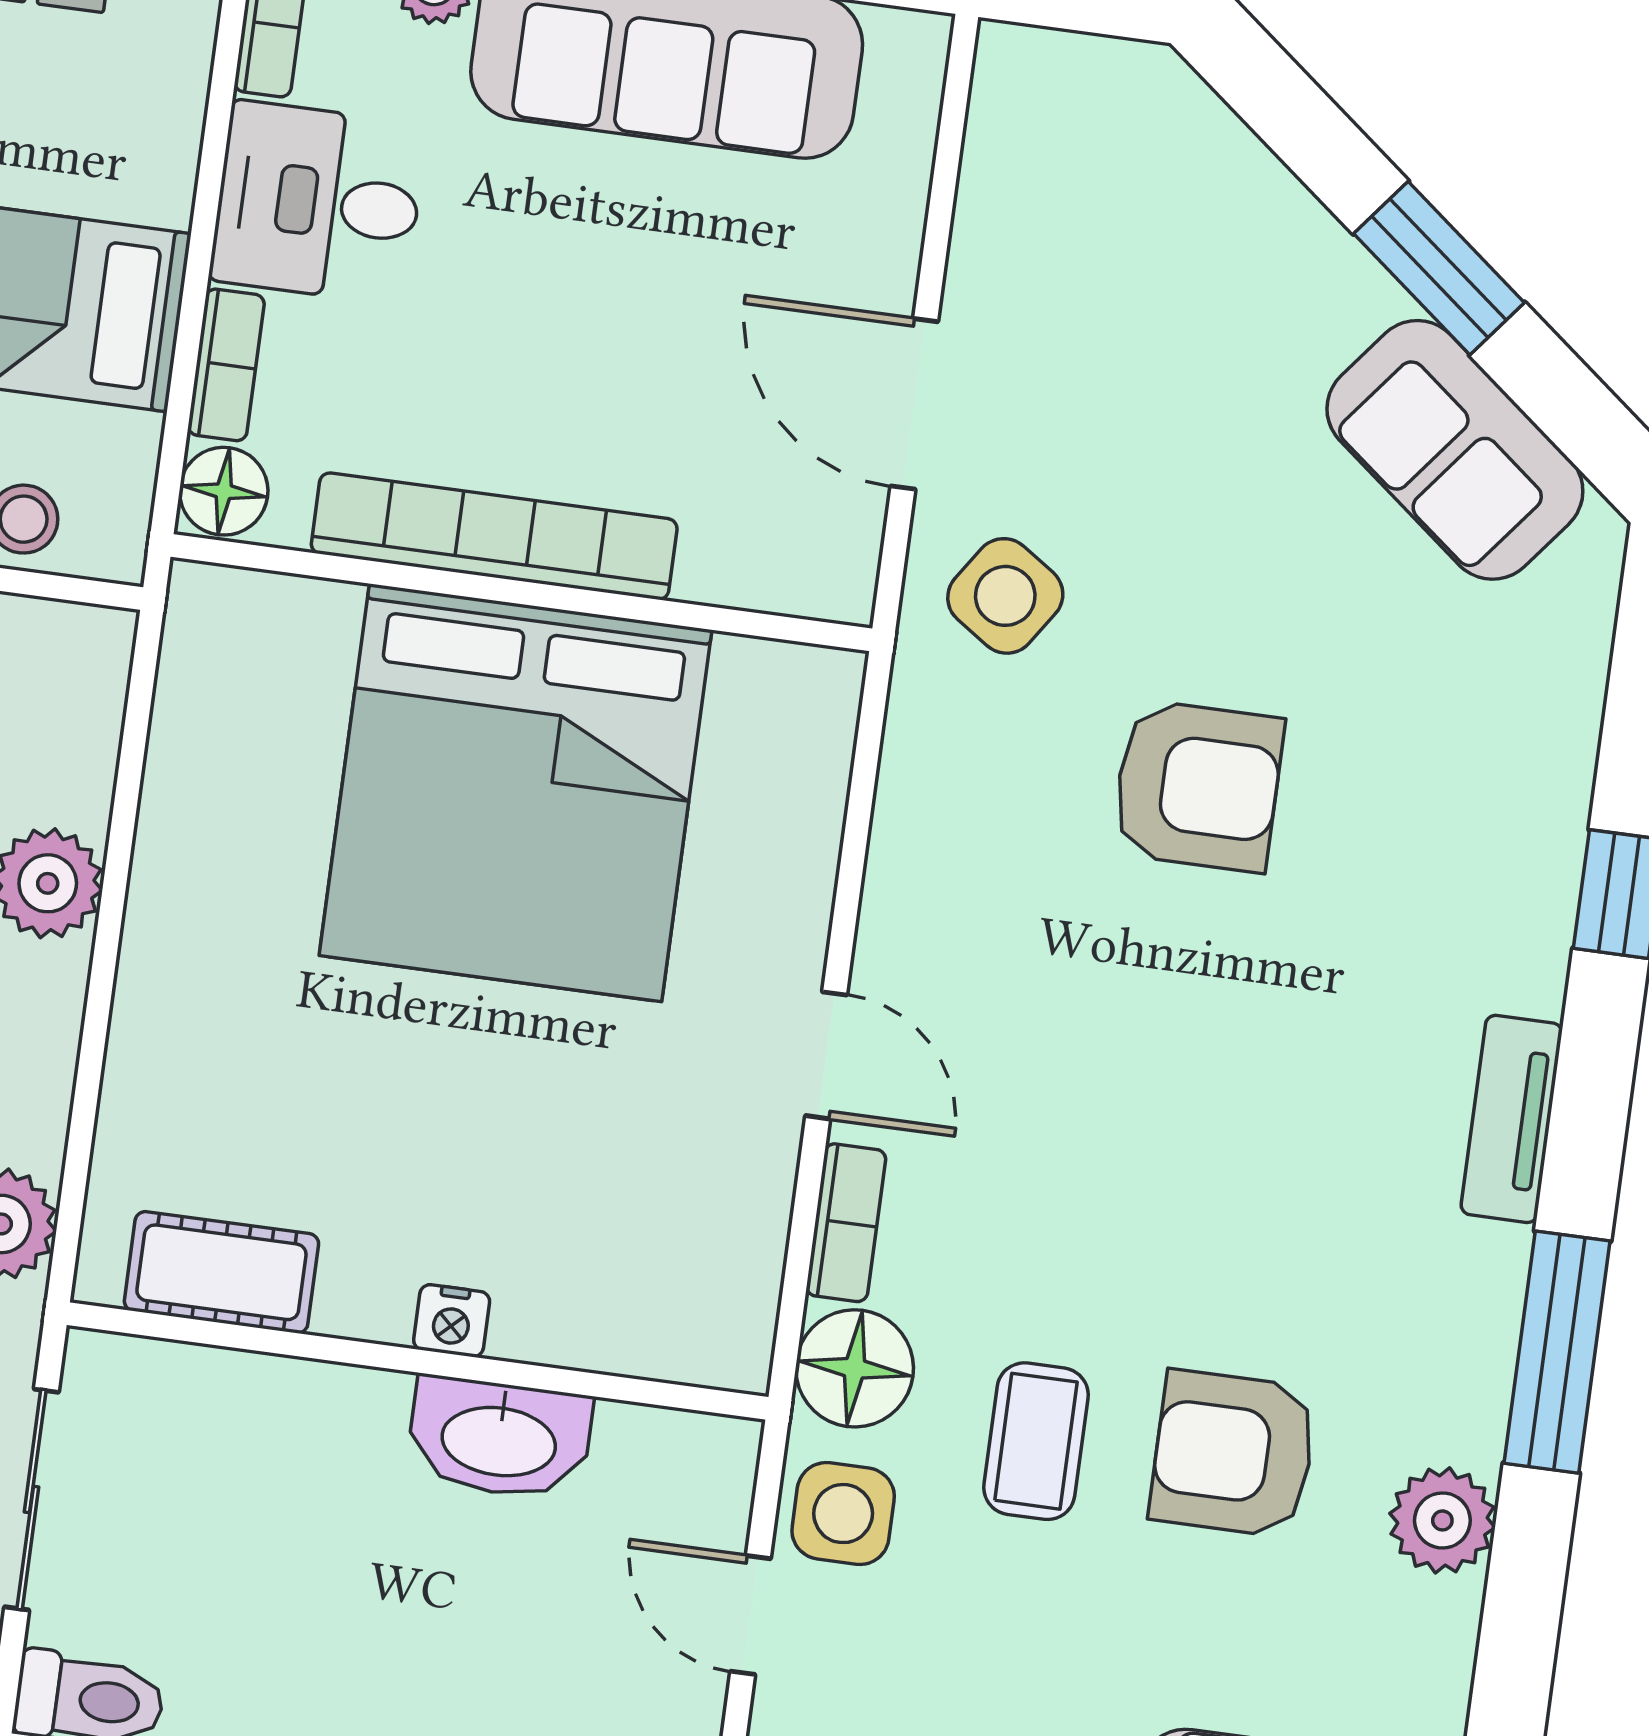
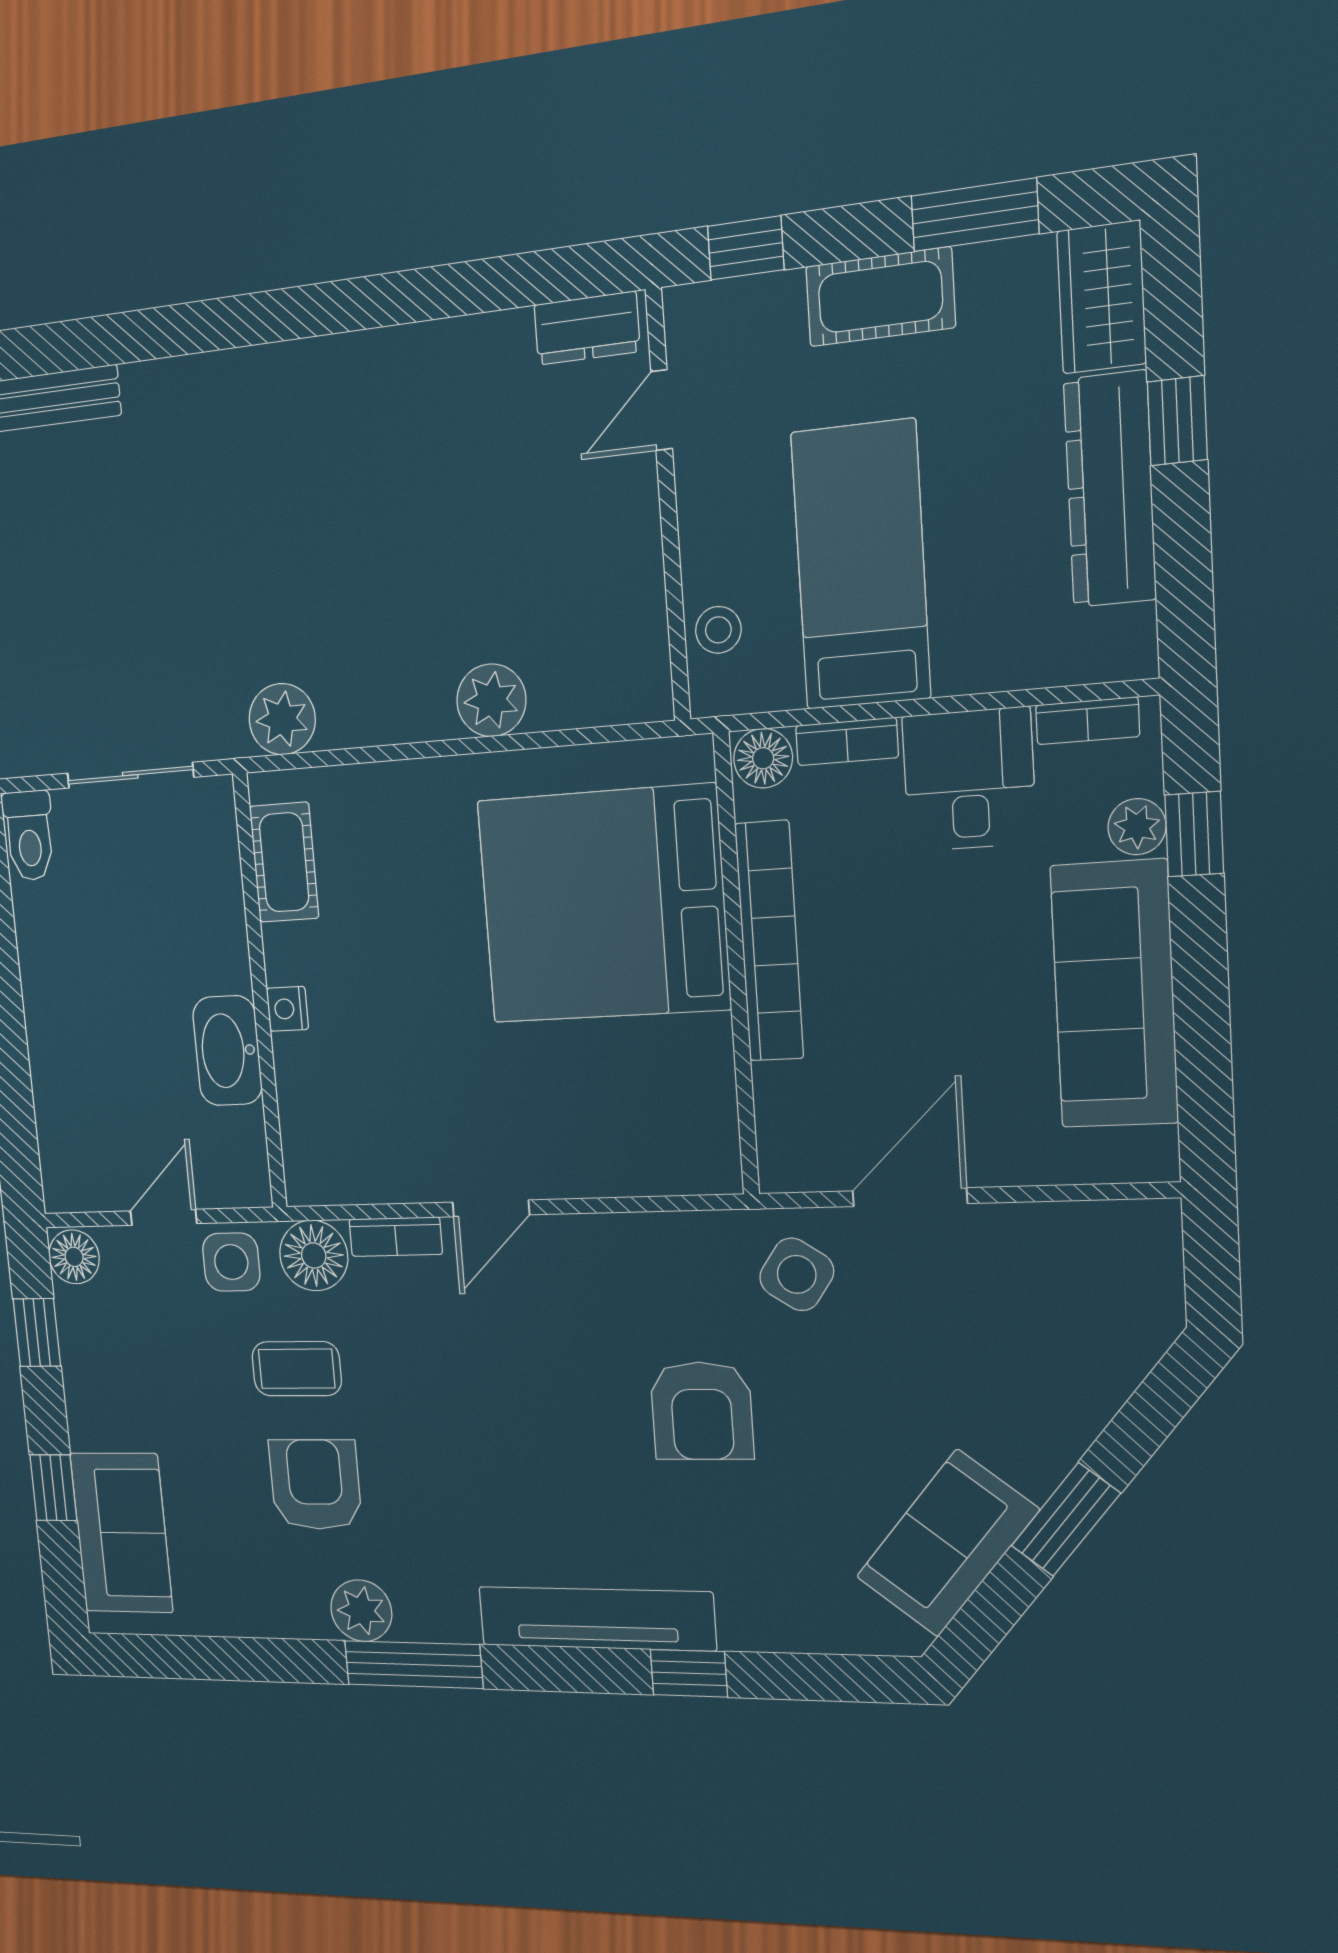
bed: (516, 793) -> (603, 905), moved
tv unit: (1512, 1119) -> (597, 1619), width x1.92, depth x1.29
plant: (1442, 1520) -> (361, 1611), moved

